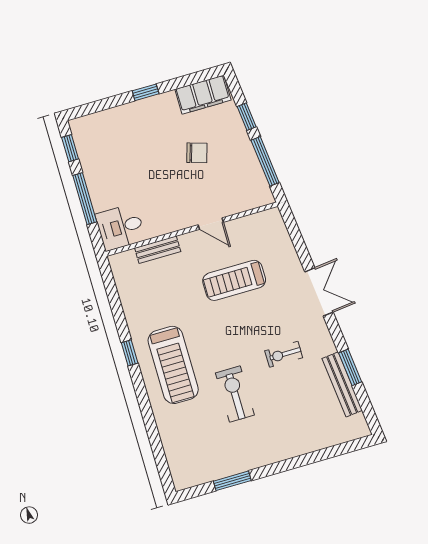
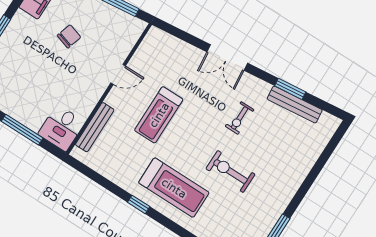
bench: (158, 250) -> (95, 127), width x1.36
treadmill: (234, 280) -> (159, 115), moved
double door: (319, 292) -> (227, 57), swing flipped

